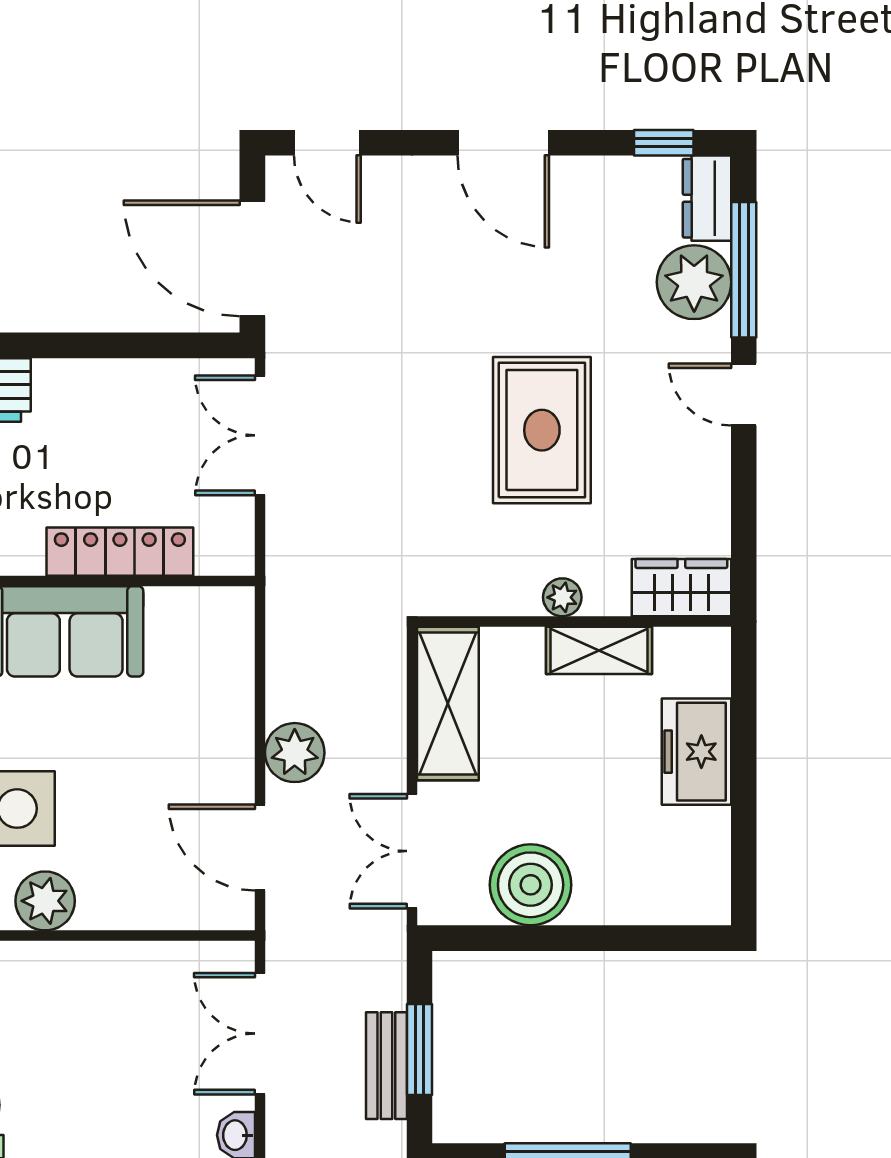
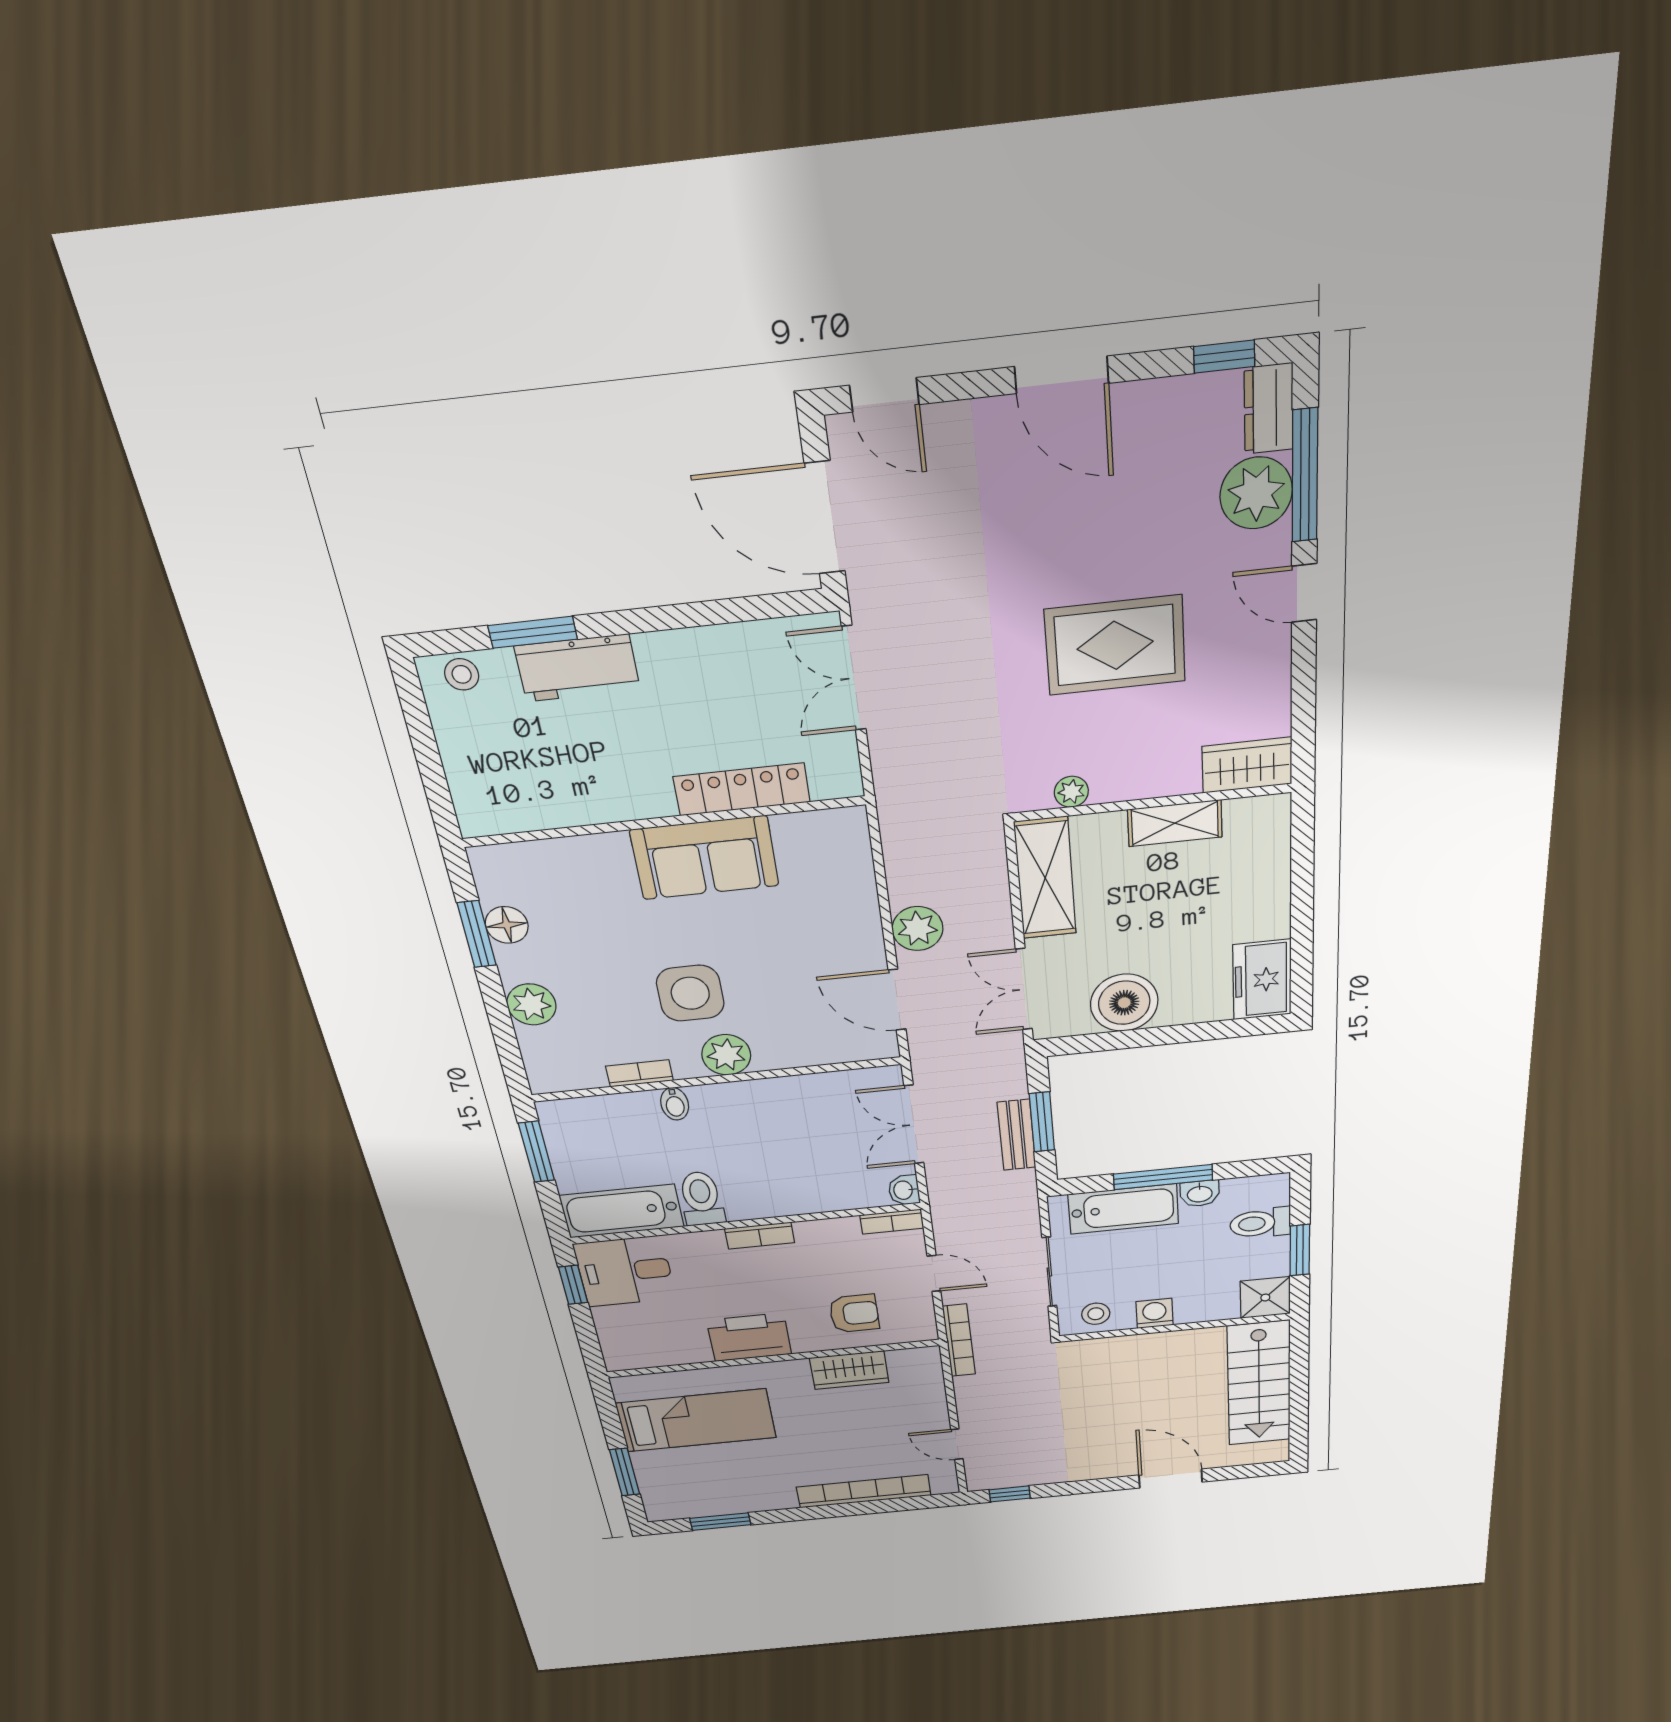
rug: (542, 430) -> (1115, 645), turned 90
plant: (562, 597) -> (1071, 792), moved
freezer: (697, 752) -> (1262, 980), moved

